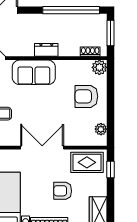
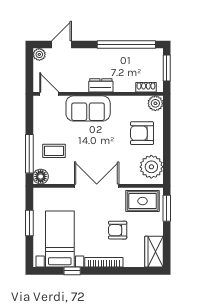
plant: (101, 129) -> (151, 167), width x1.87, depth x1.87
window: (110, 169) -> (167, 208), width x1.50

